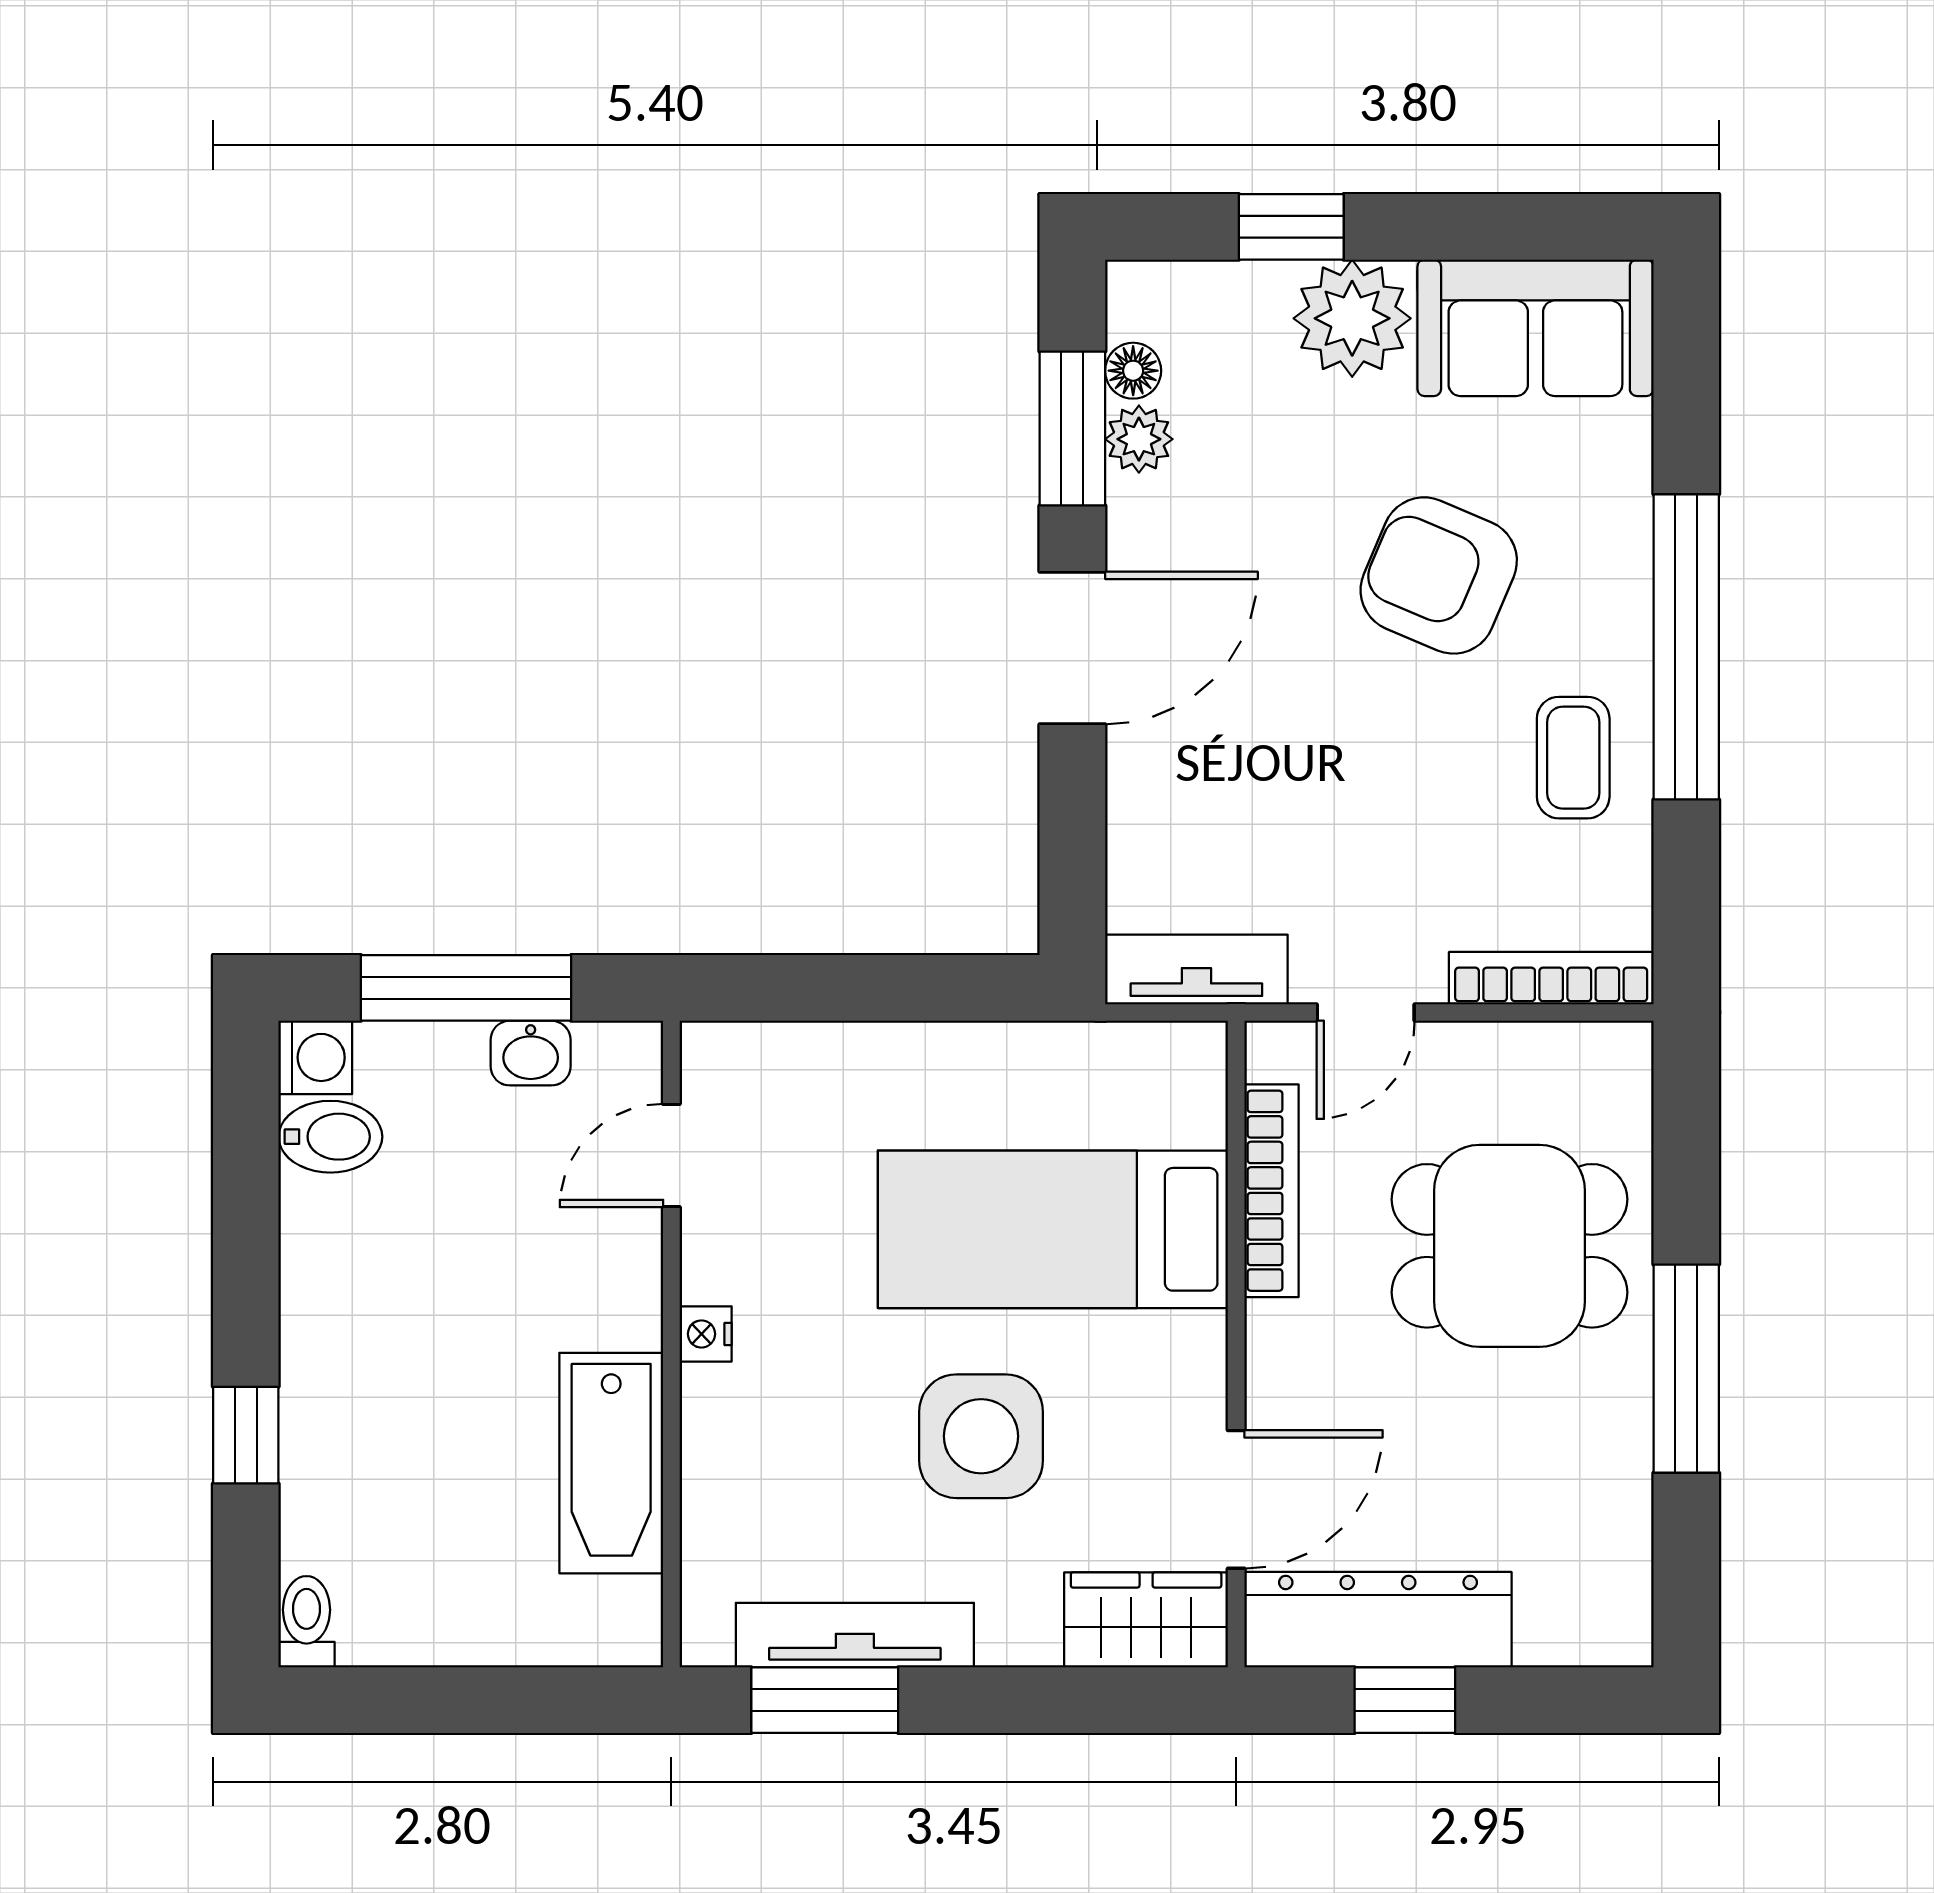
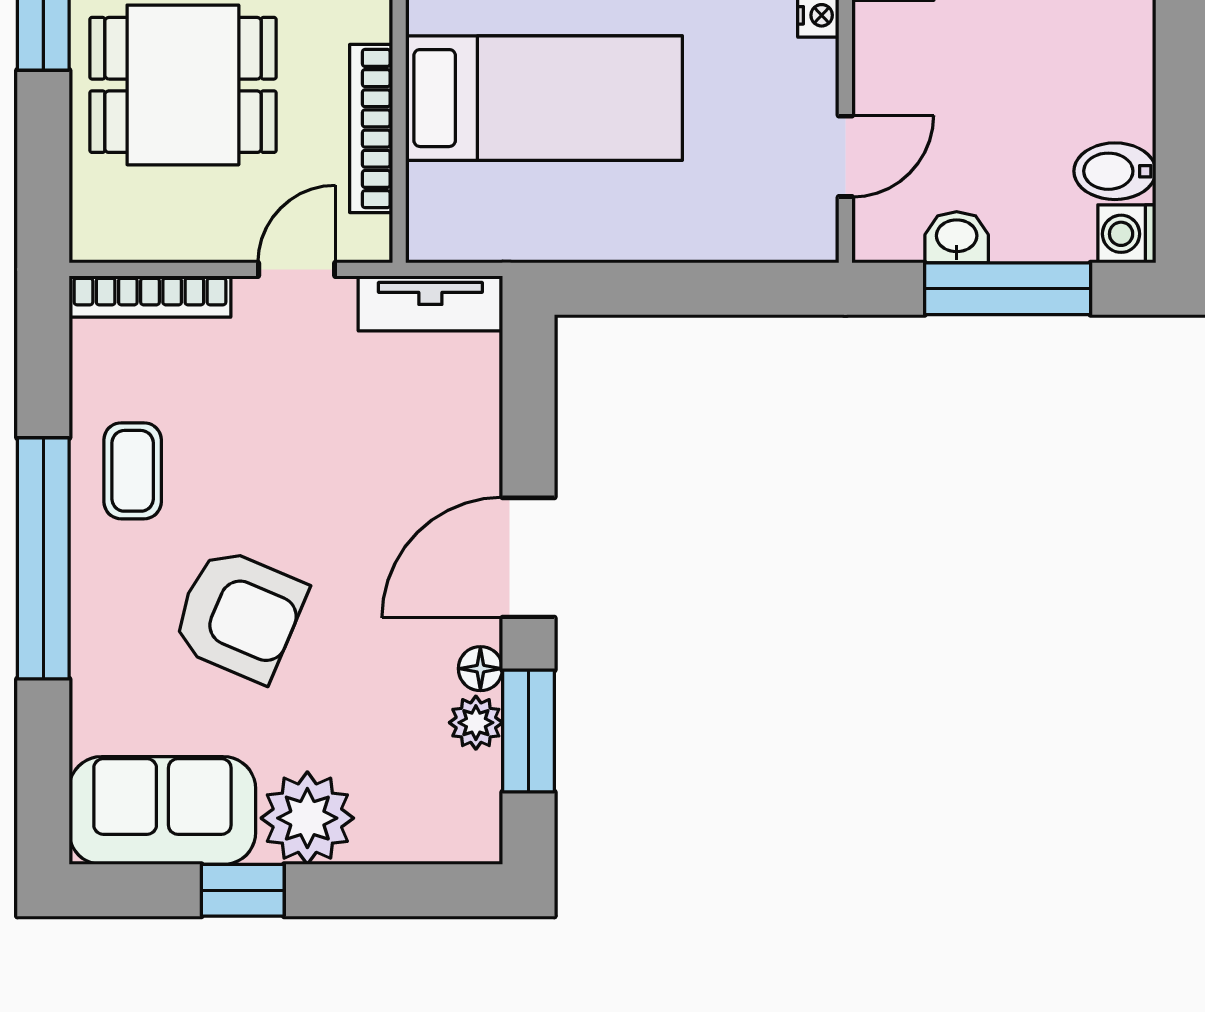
window: (1291, 227) -> (243, 890), moved
floor lamp: (1133, 371) -> (480, 669), moved

